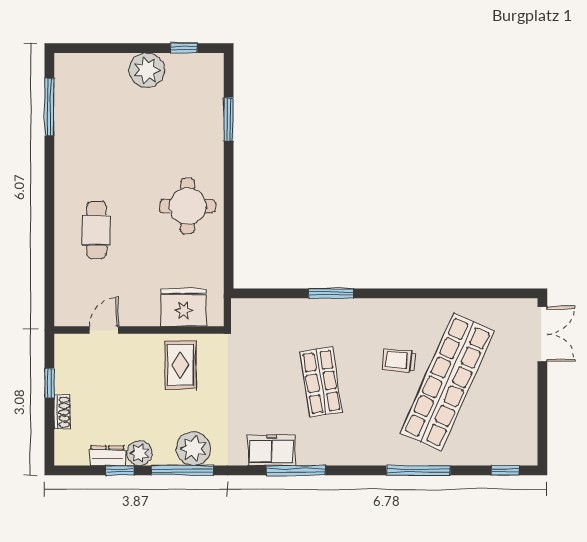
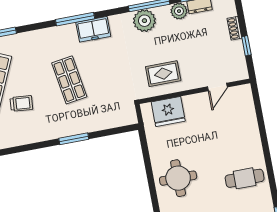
cafe table: (96, 230) -> (245, 178), moved, turned 90
rug: (180, 365) -> (163, 74), turned 90

